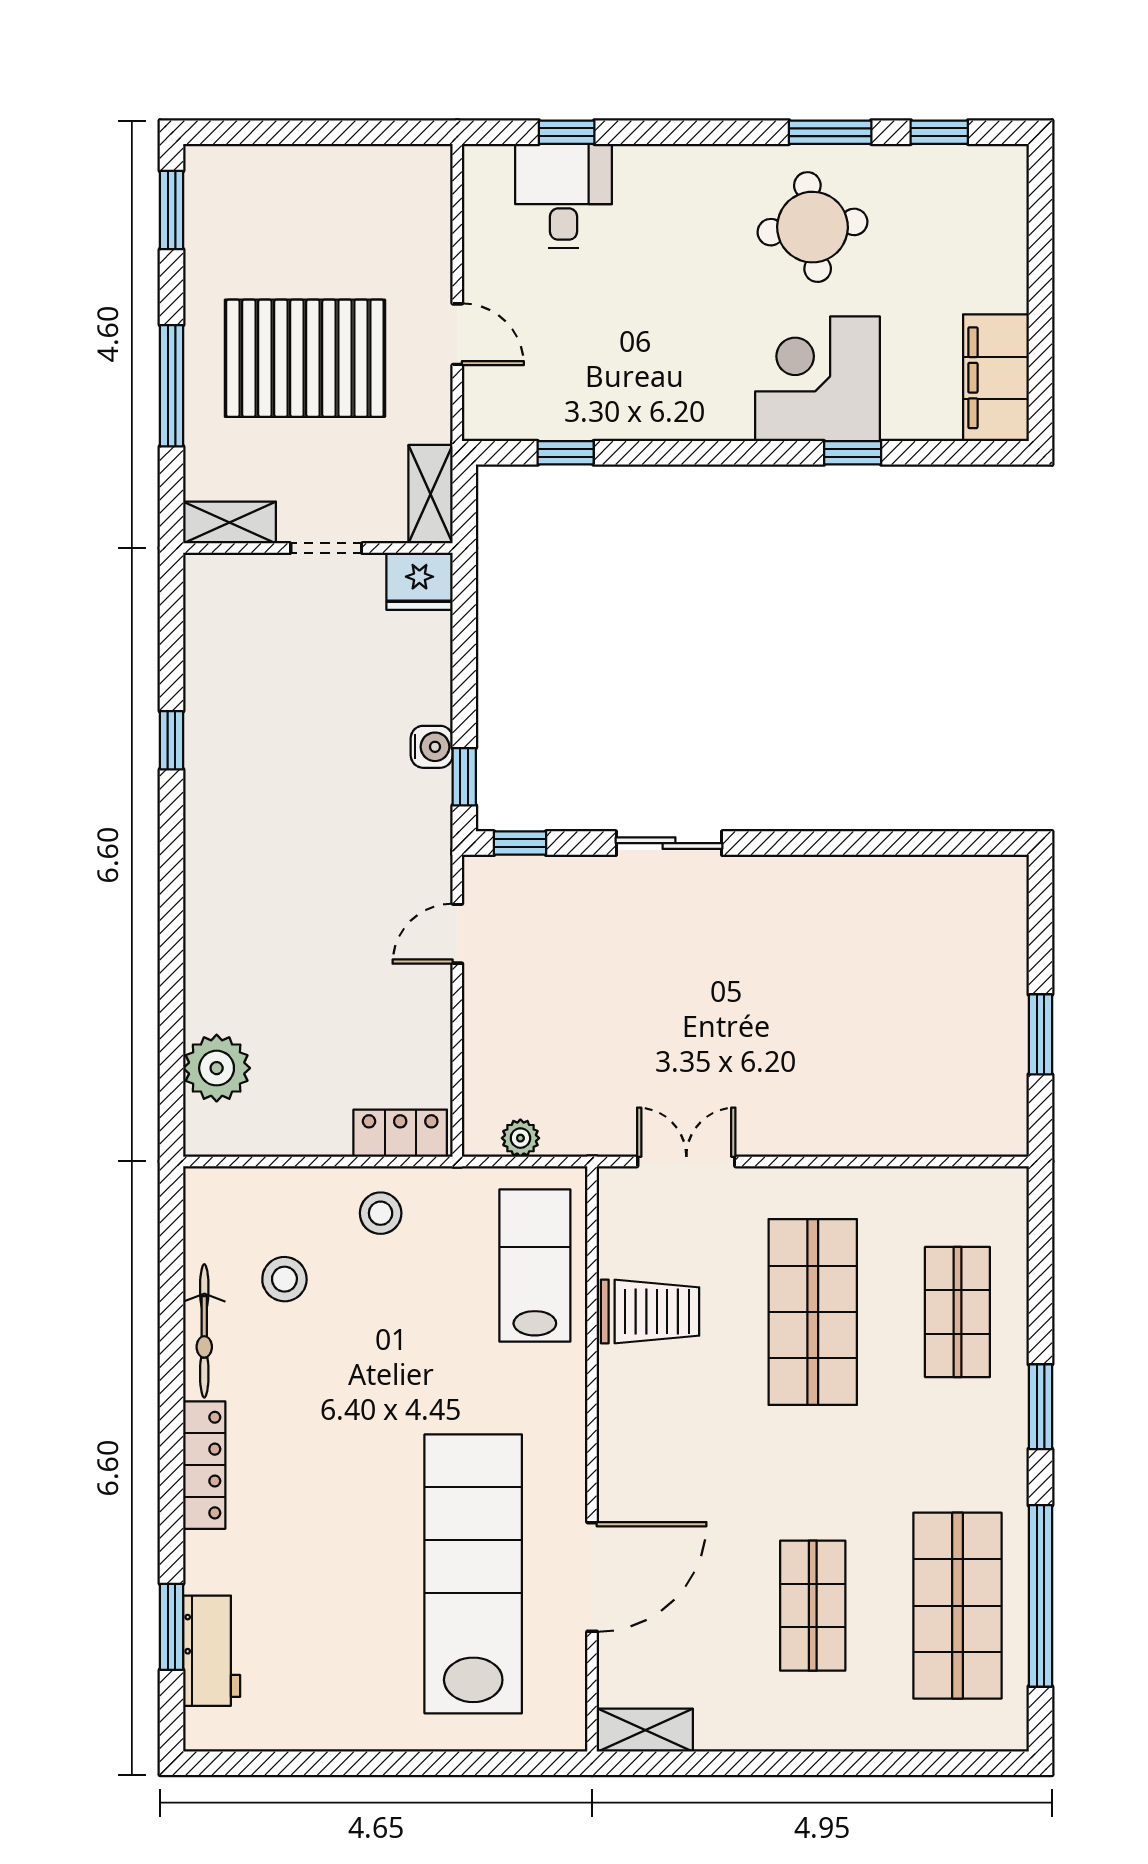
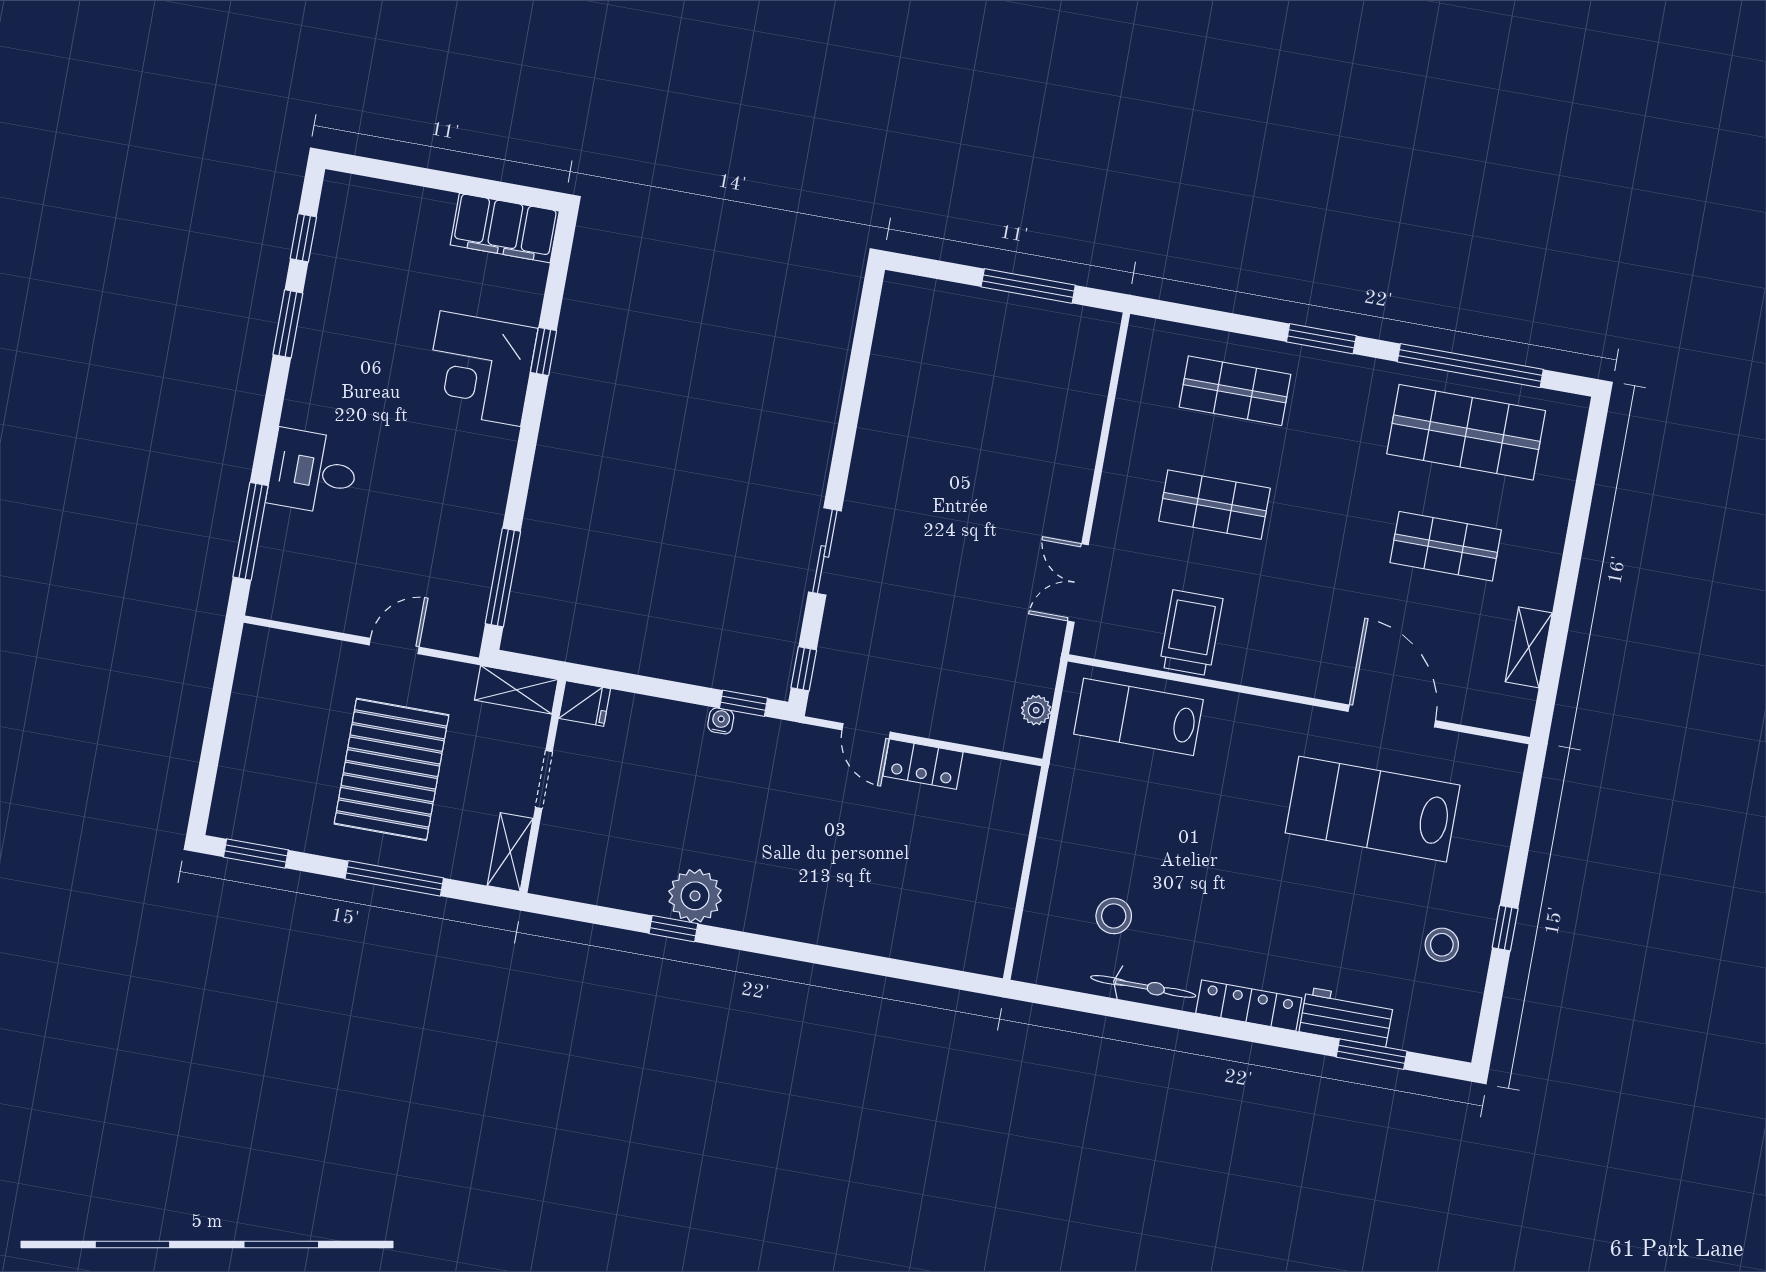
window: (567, 132) -> (251, 531), width x2.17
desk: (564, 196) -> (313, 472), moved
round table: (812, 227) -> (360, 351), removed
window: (566, 453) -> (503, 577), width x2.17
fridge: (419, 581) -> (585, 704), width x0.72
water cooler: (432, 747) -> (721, 721), width x0.72, depth x0.72
window: (1040, 1034) -> (1028, 286), width x1.44
plant: (217, 1068) -> (695, 896), moved
locker: (400, 1133) -> (923, 764), moved, turned -90
stool: (381, 1213) -> (1442, 945), moved
shop shelf: (813, 1312) -> (1214, 505), width x0.70, depth x0.74
lab bench: (473, 1574) -> (1373, 809), width x0.73
workbench: (212, 1651) -> (1346, 1017), moved
shelving: (645, 1730) -> (1529, 647), moved
window: (356, 1763) -> (1505, 928), added

